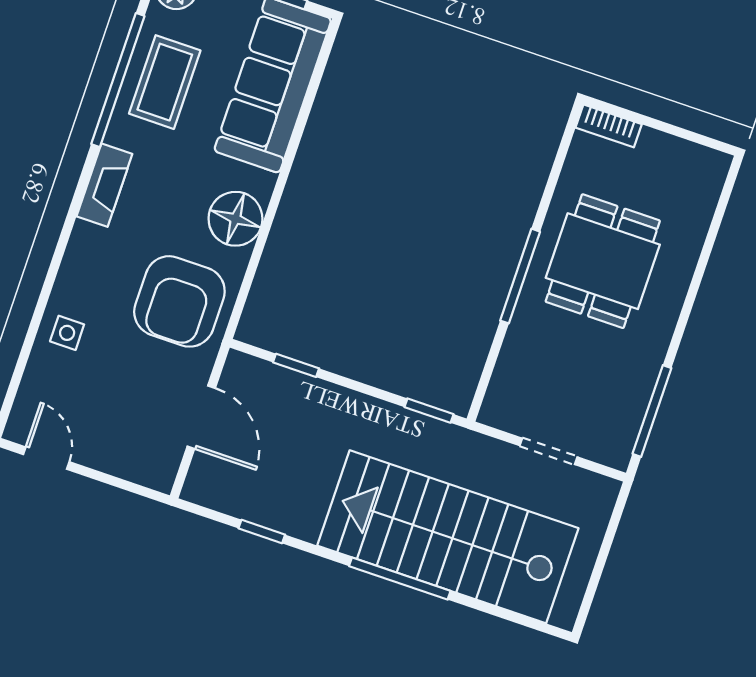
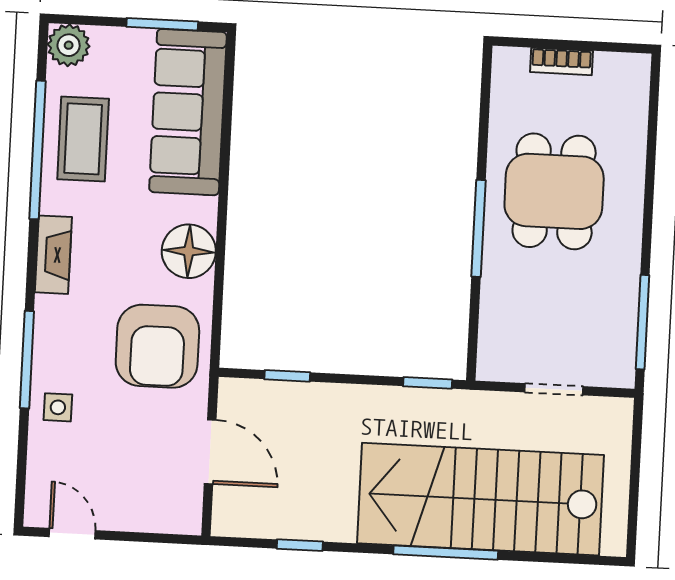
bookcase: (609, 126) -> (561, 61), moved
window: (50, 279) -> (27, 360), added

